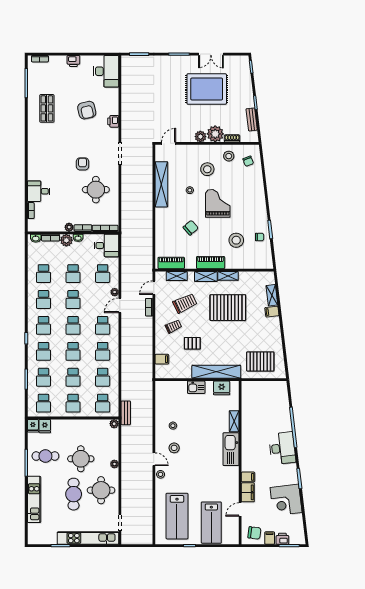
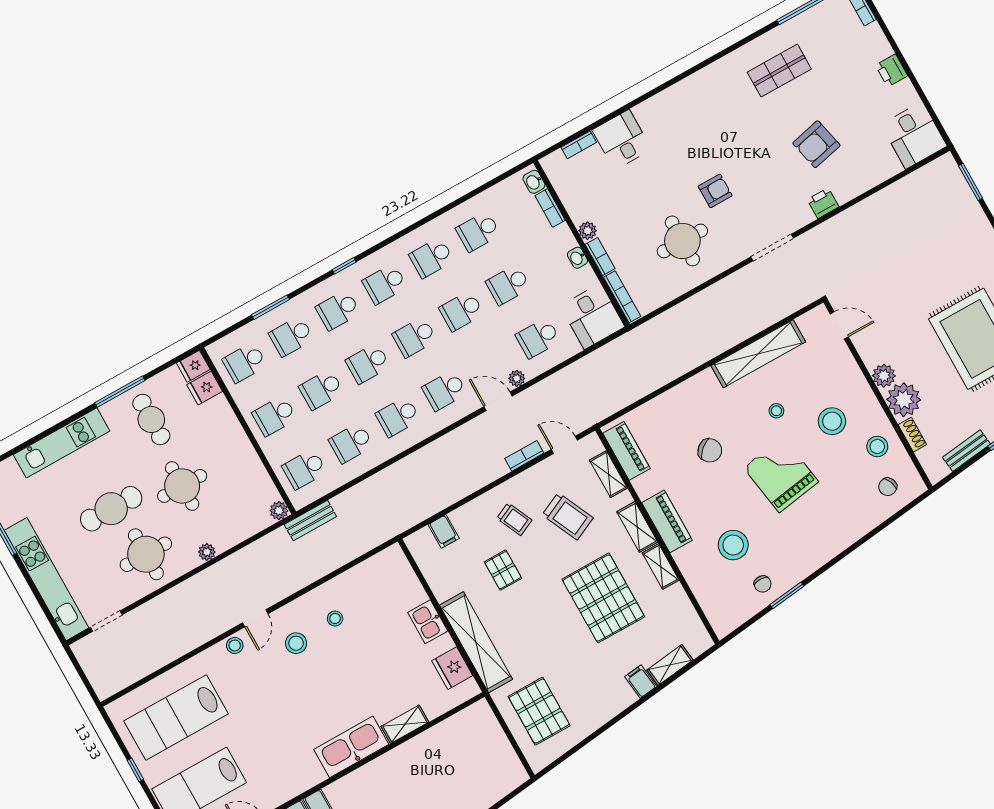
desk: (106, 71) -> (914, 135), width x0.73
grand piano: (218, 203) -> (781, 475), turned -99
plant: (66, 240) -> (561, 239), removed

